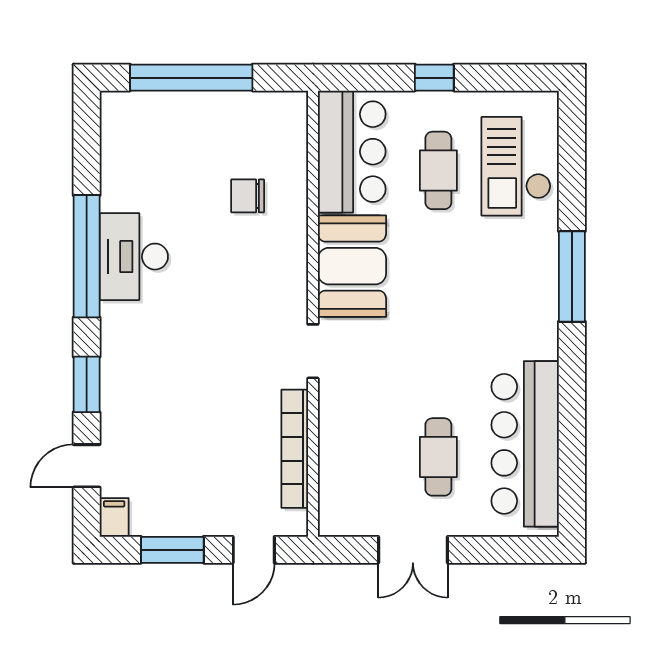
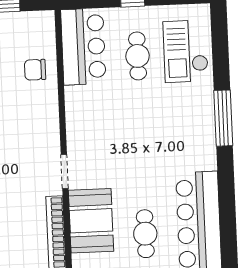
chair: (248, 196) -> (35, 70), moved
booth: (352, 266) -> (91, 221), moved

